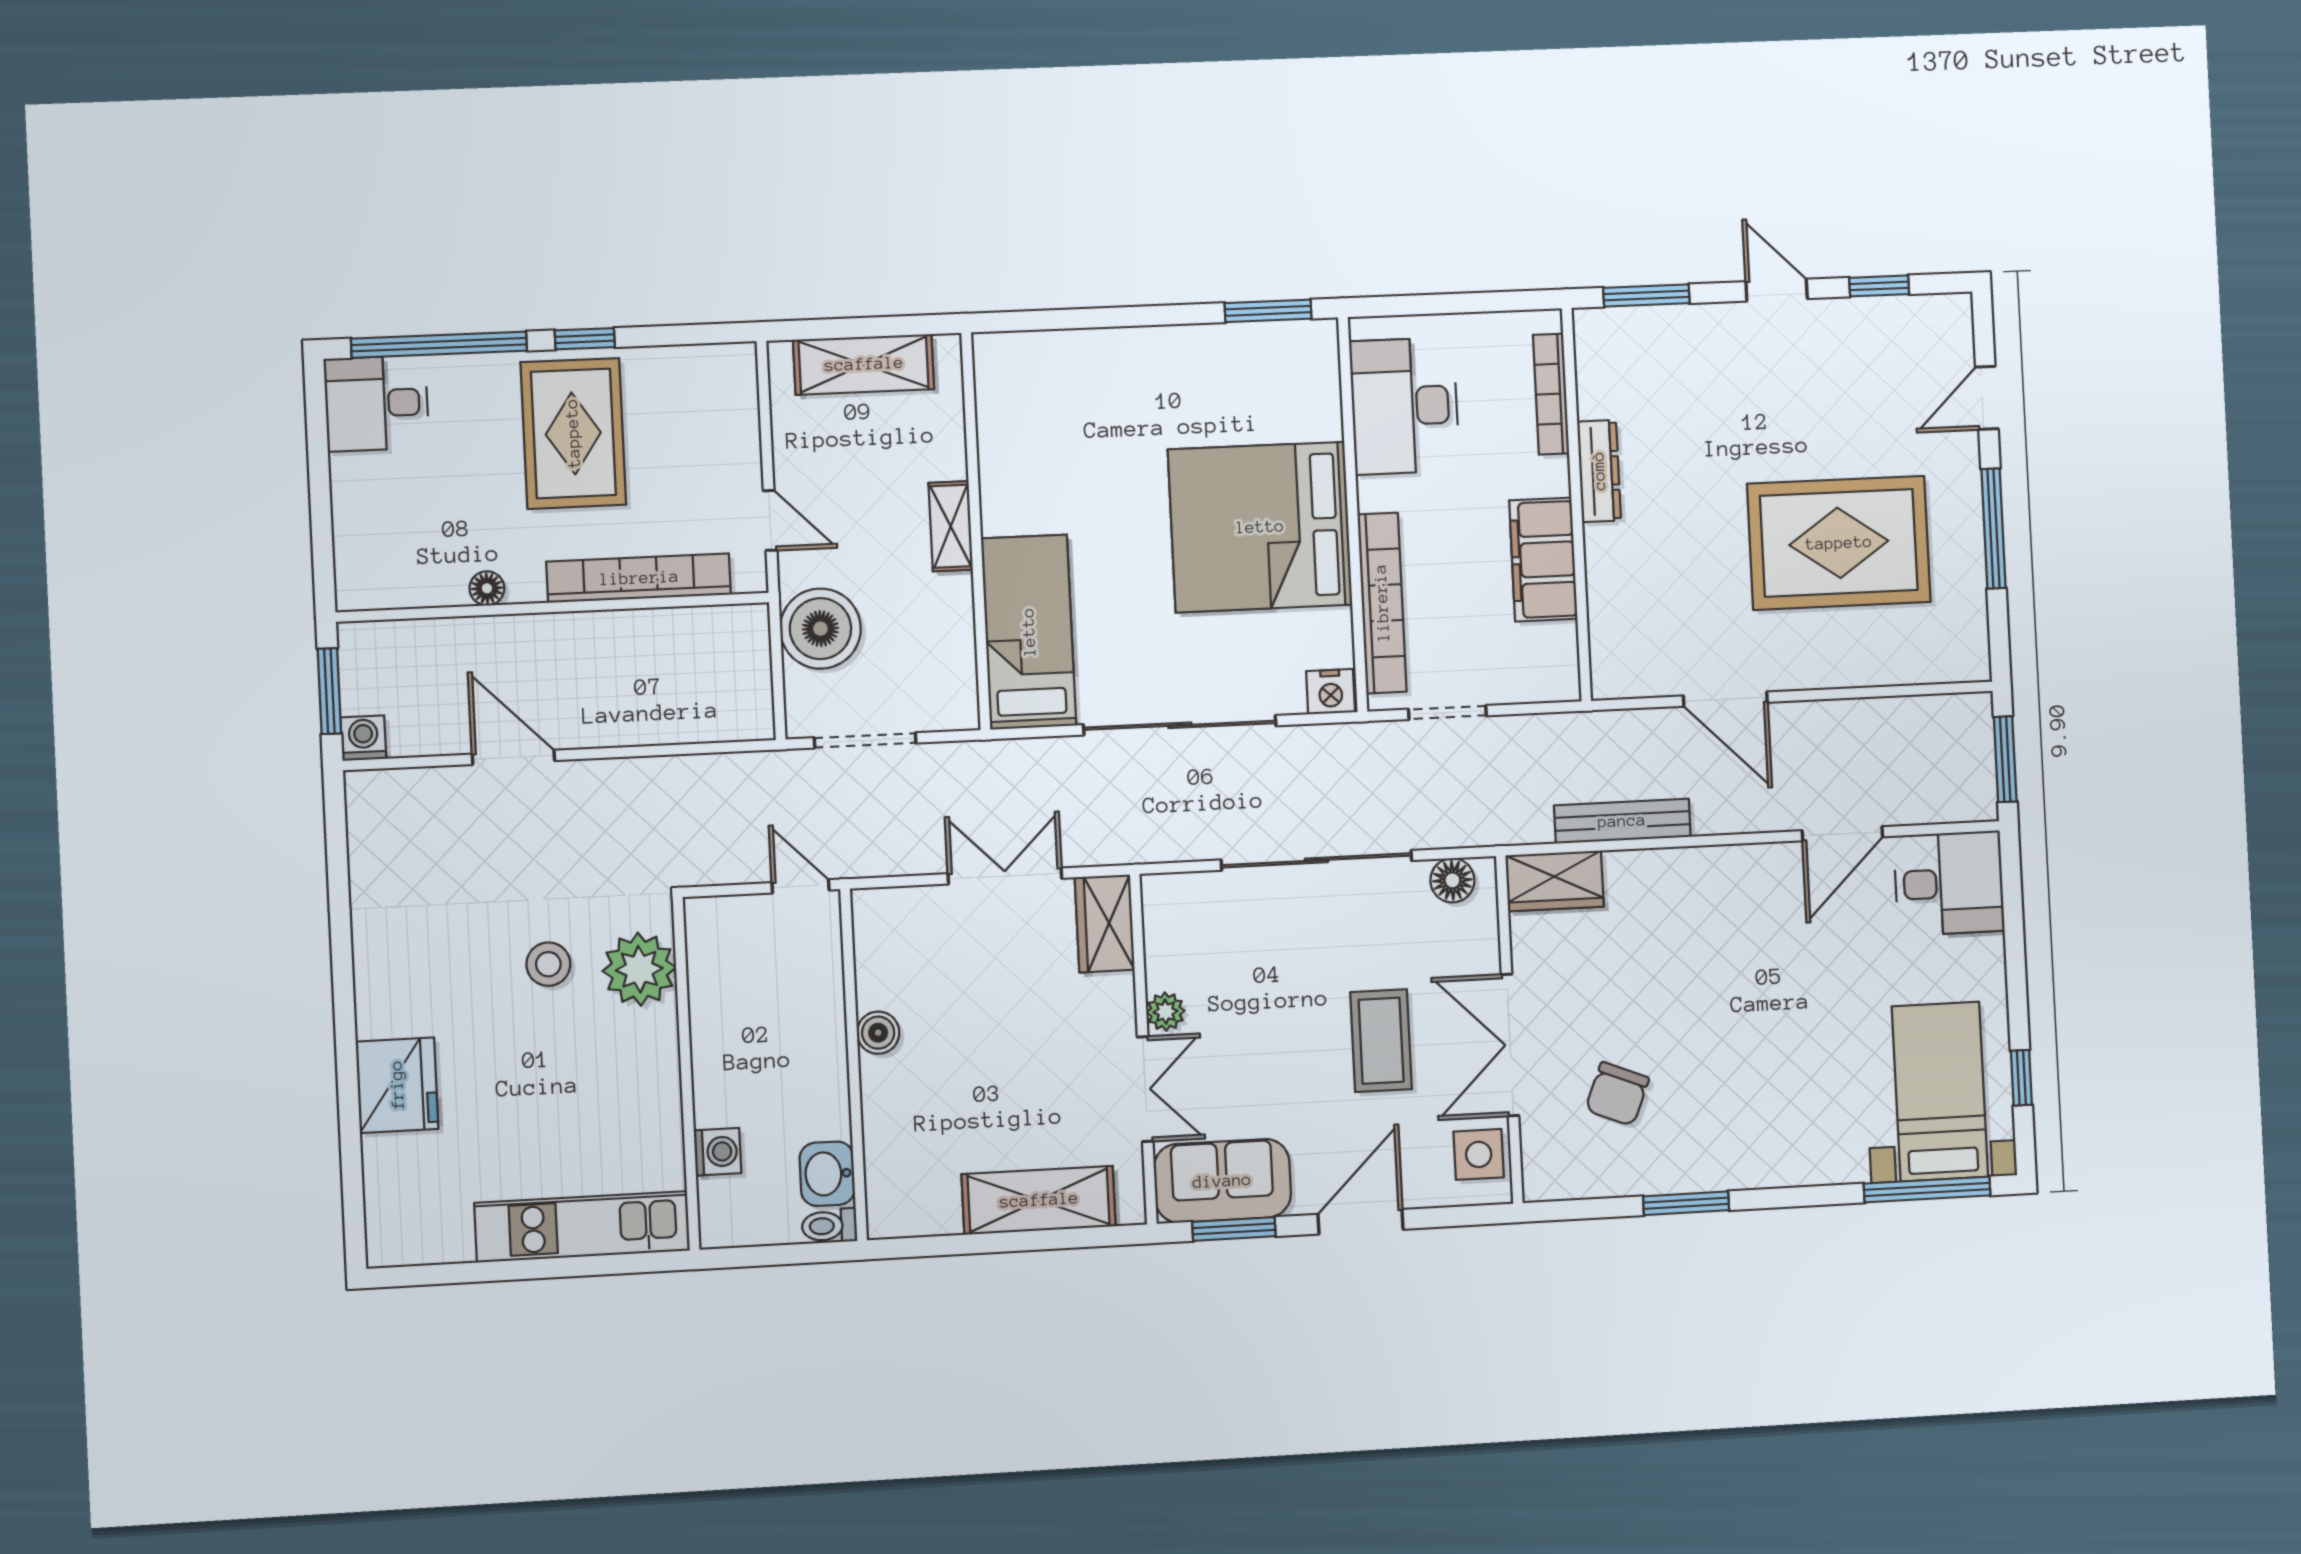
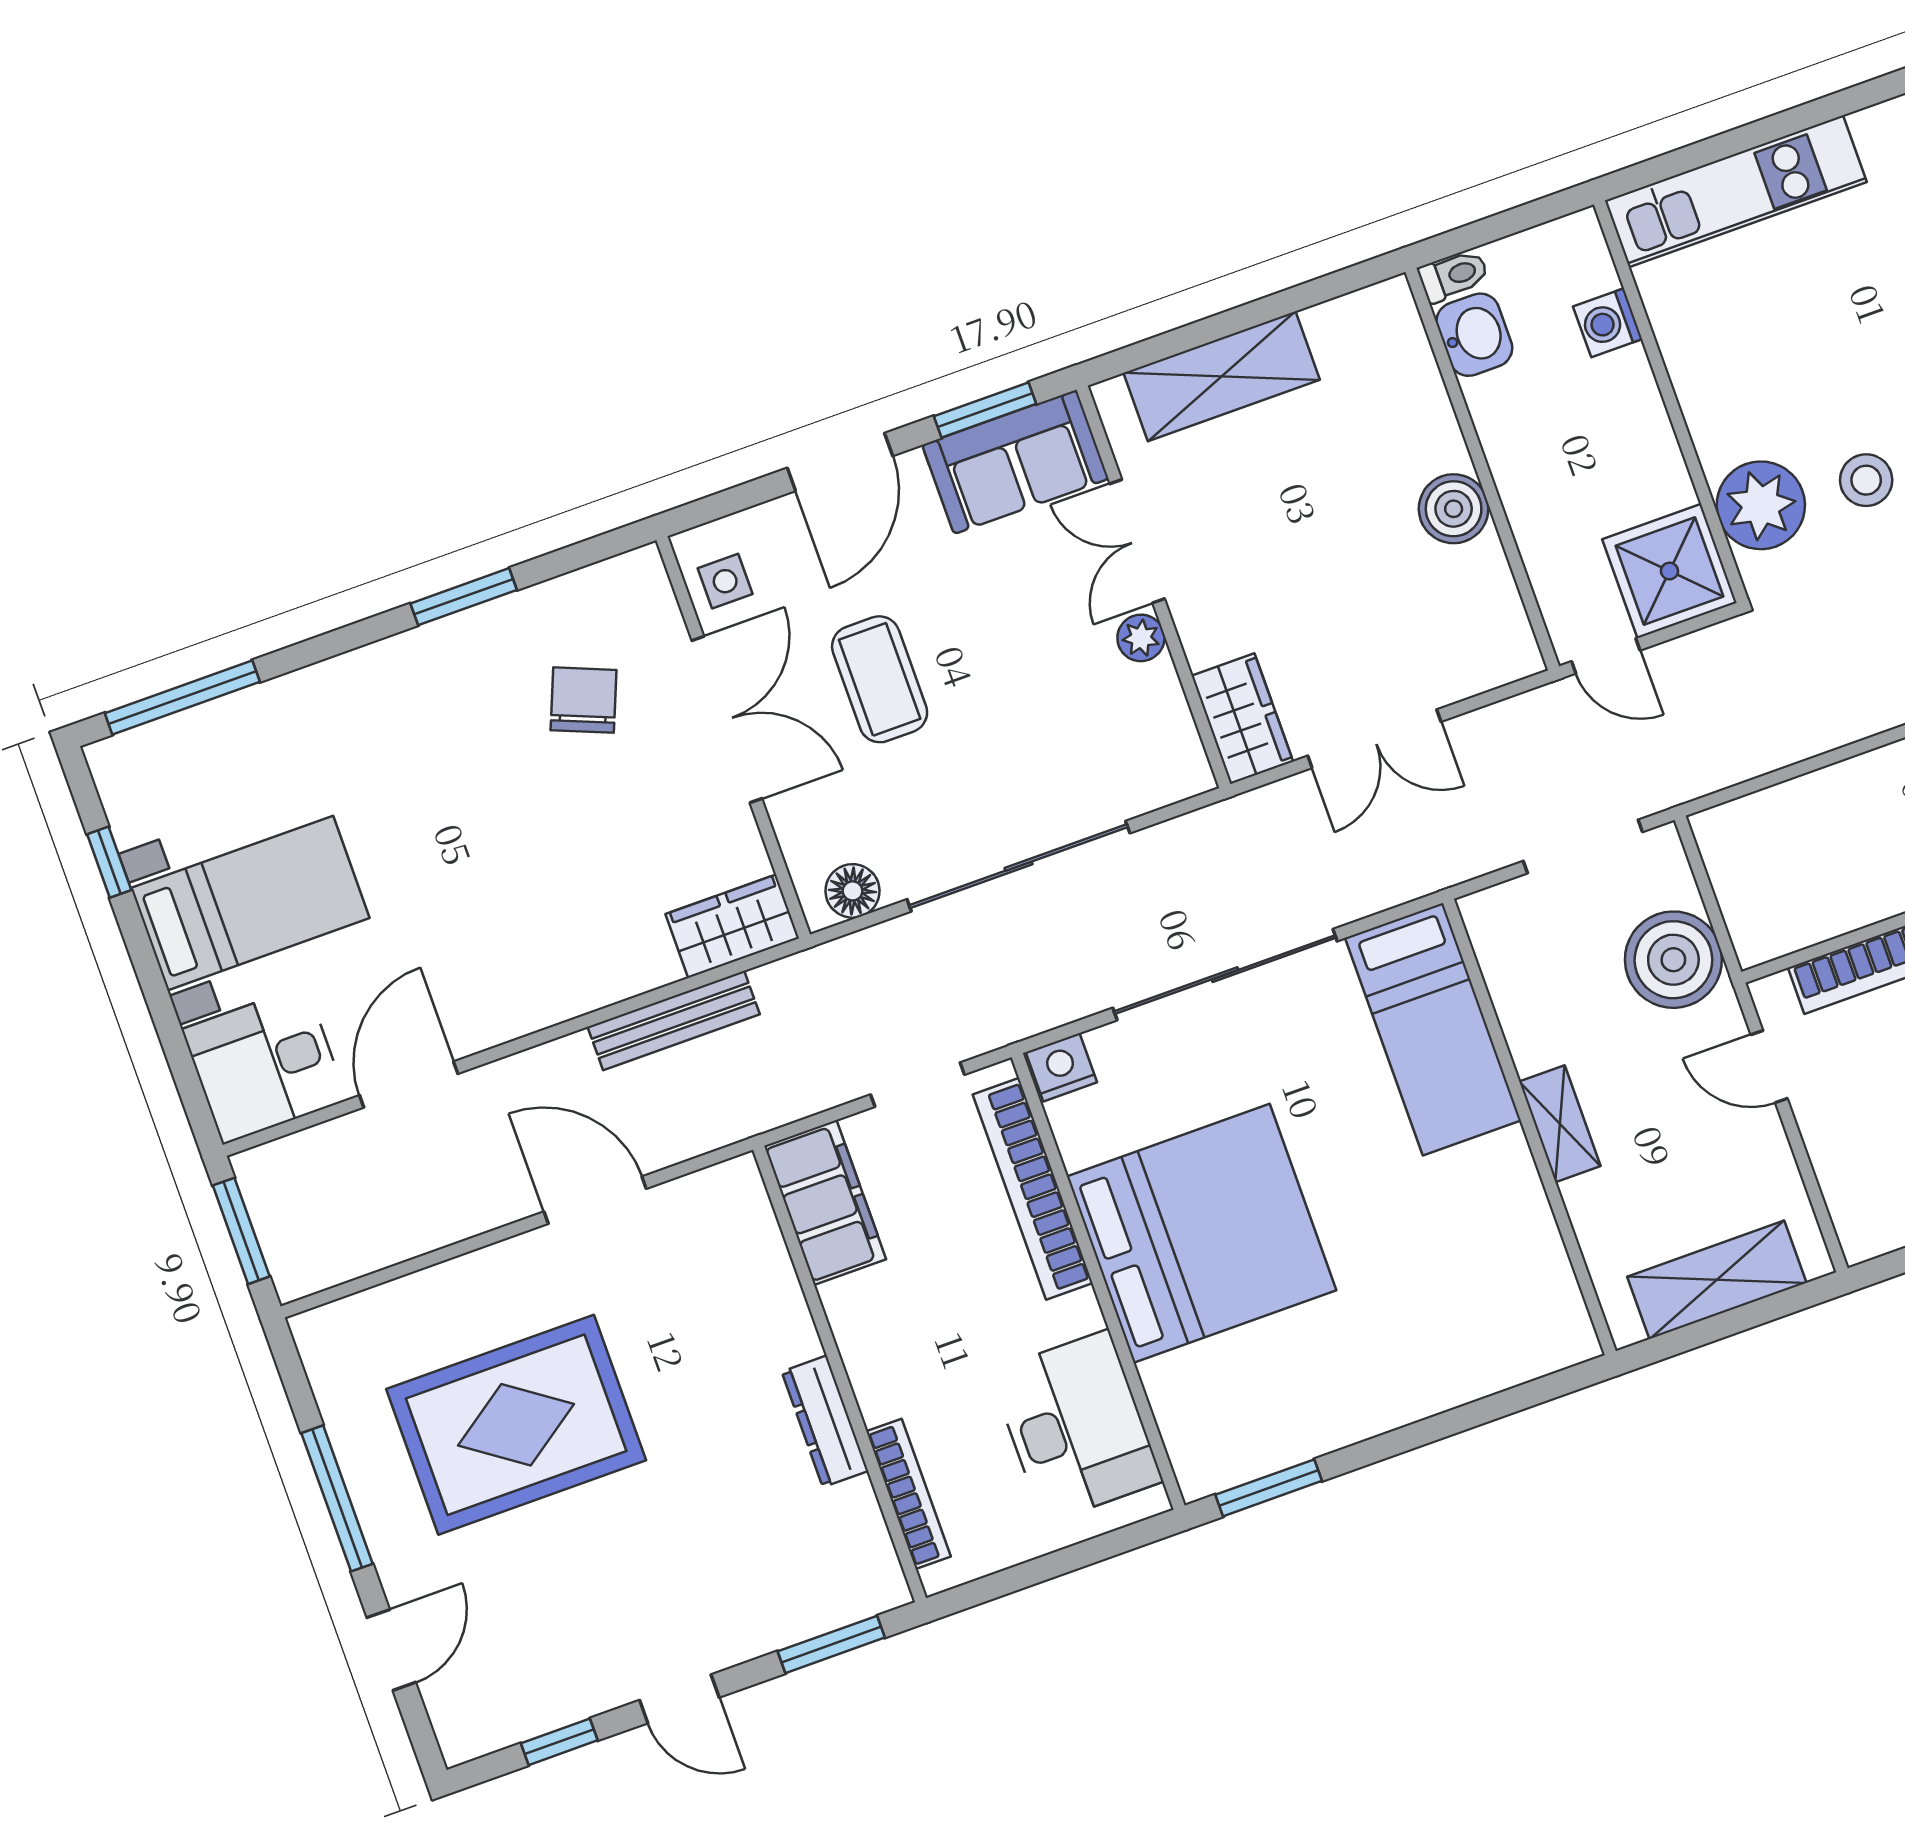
filing cabinet: (1543, 560) -> (825, 1203), moved
shower: (729, 939) -> (1669, 571), added
boiler: (878, 1033) -> (1454, 509), width x1.36, depth x1.36
bed with nightstands: (1940, 1092) -> (250, 903), moved, turned -90
side table: (1479, 1154) -> (725, 581), width x0.73, depth x0.73

